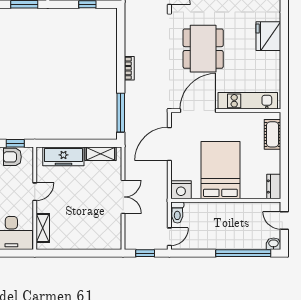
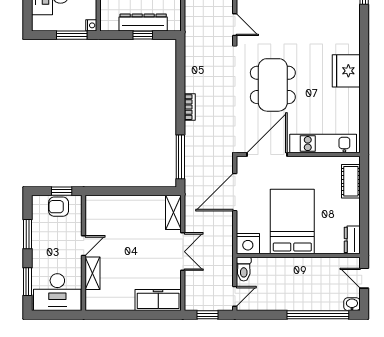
shelving: (100, 154) -> (173, 212), moved, turned 90
freezer: (63, 156) -> (158, 300), moved, turned 180
shelving: (43, 228) -> (93, 273), moved

